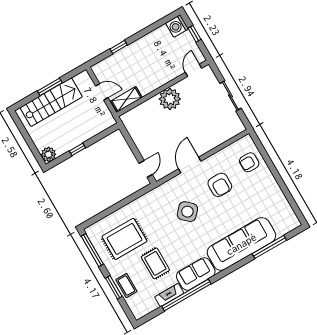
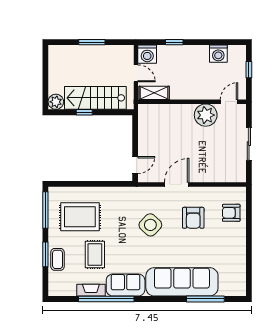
washing machine: (177, 26) -> (218, 54), moved, turned -90
washing machine: (102, 70) -> (147, 54), added
plant: (170, 99) -> (206, 115), moved
stairs: (51, 102) -> (95, 98), moved, turned 180

